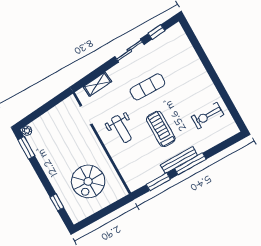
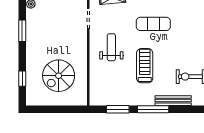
weight bench: (121, 129) -> (111, 47), turned 180
window: (26, 148) -> (22, 31), moved
bench: (179, 160) -> (173, 101), moved

